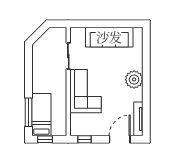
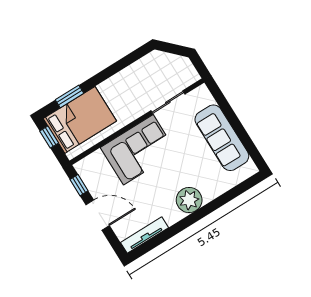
window: (28, 112) -> (69, 96), width x0.69
bed: (41, 115) -> (80, 120), width x1.50
door: (120, 139) -> (98, 215), moved

